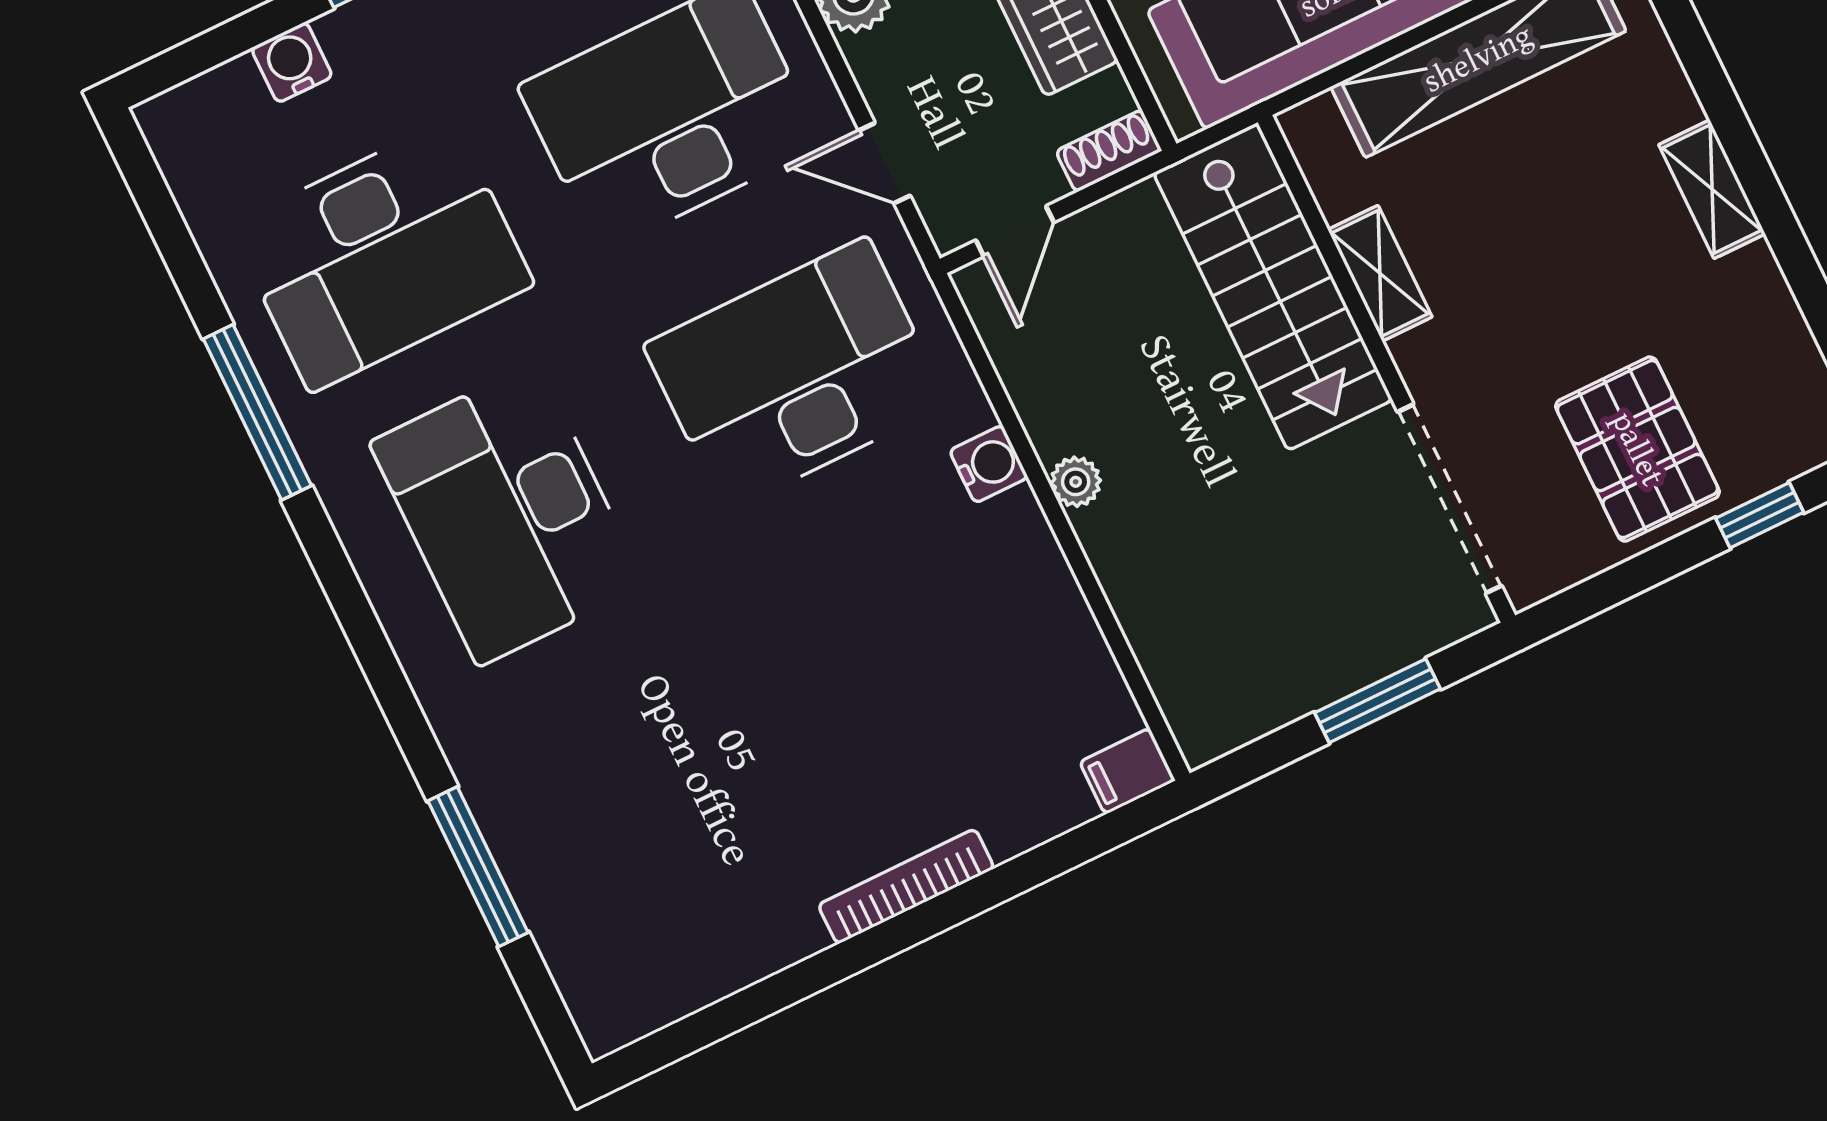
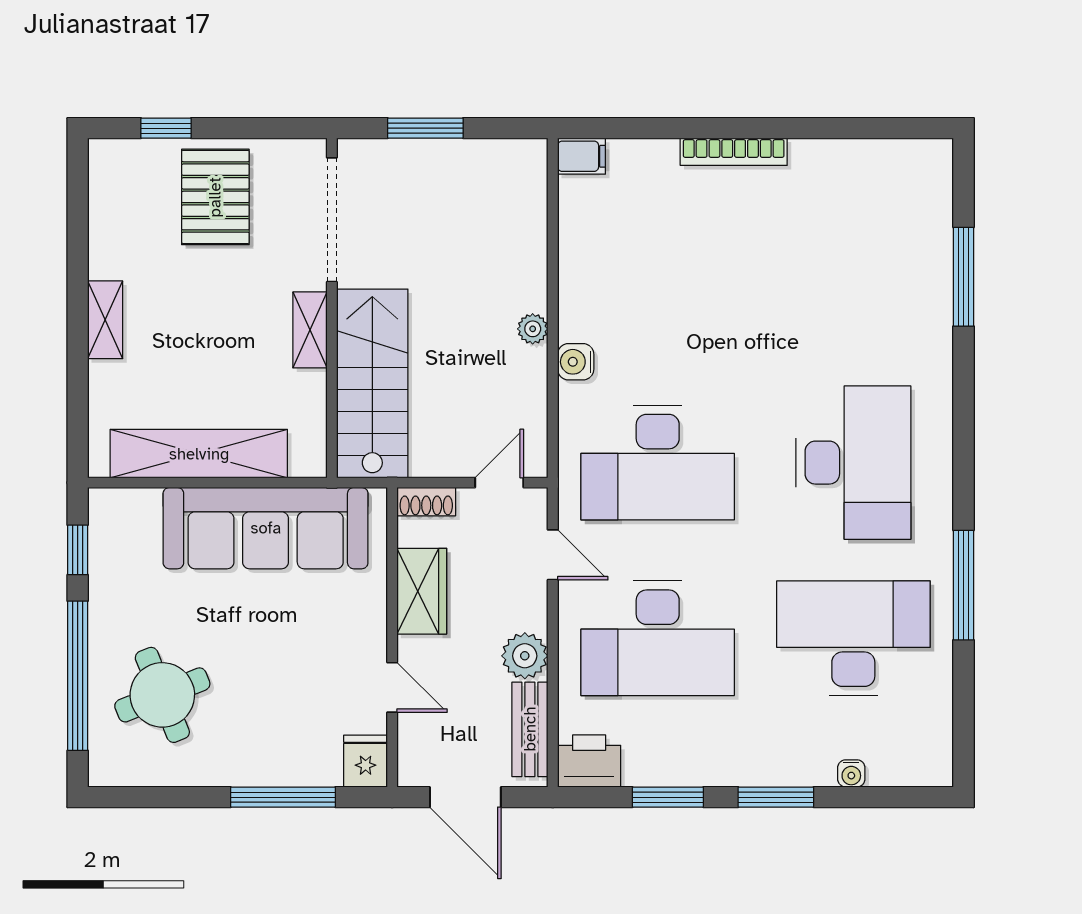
water cooler: (292, 62) -> (851, 773), width x0.72, depth x0.72
shelving: (1380, 273) -> (310, 330), moved

